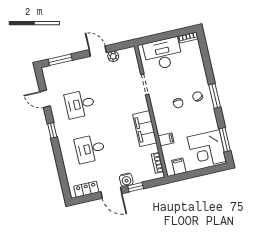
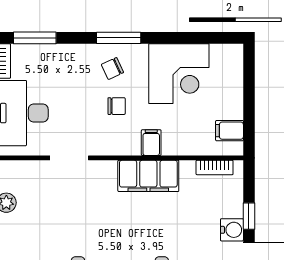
filing cabinet: (166, 139) -> (151, 143), moved
window: (225, 140) -> (35, 38), moved
corner desk: (207, 149) -> (179, 74), moved

